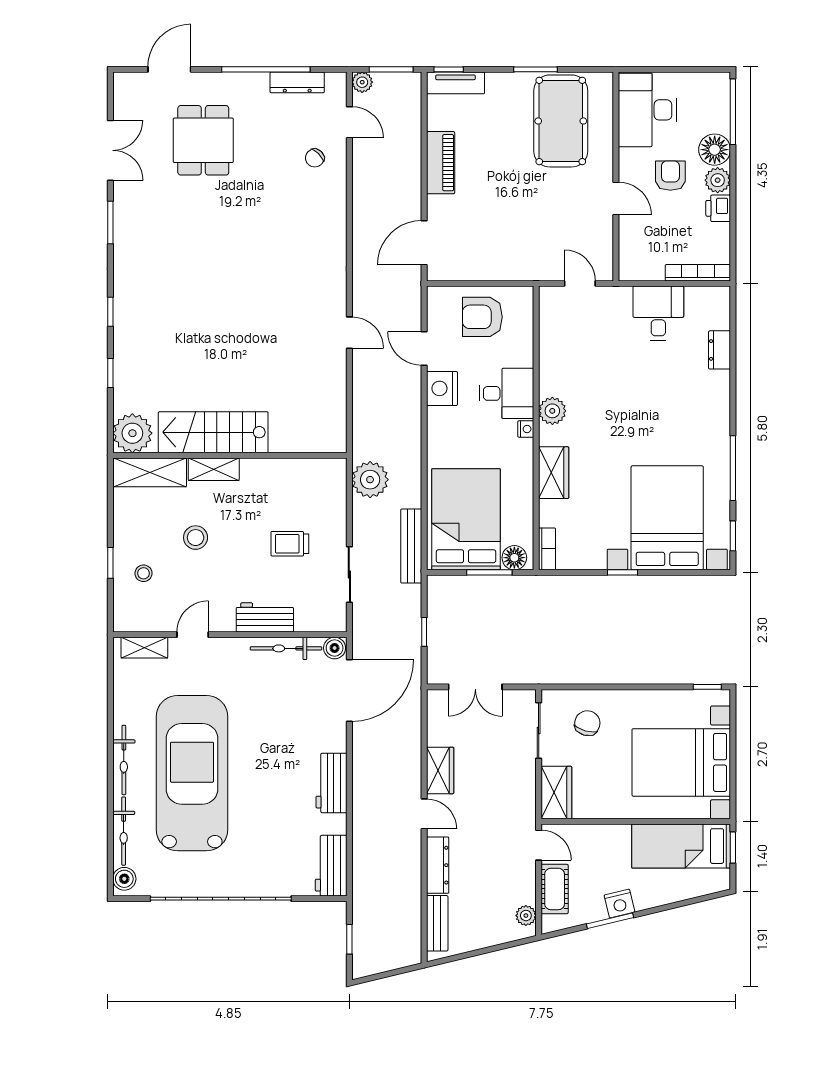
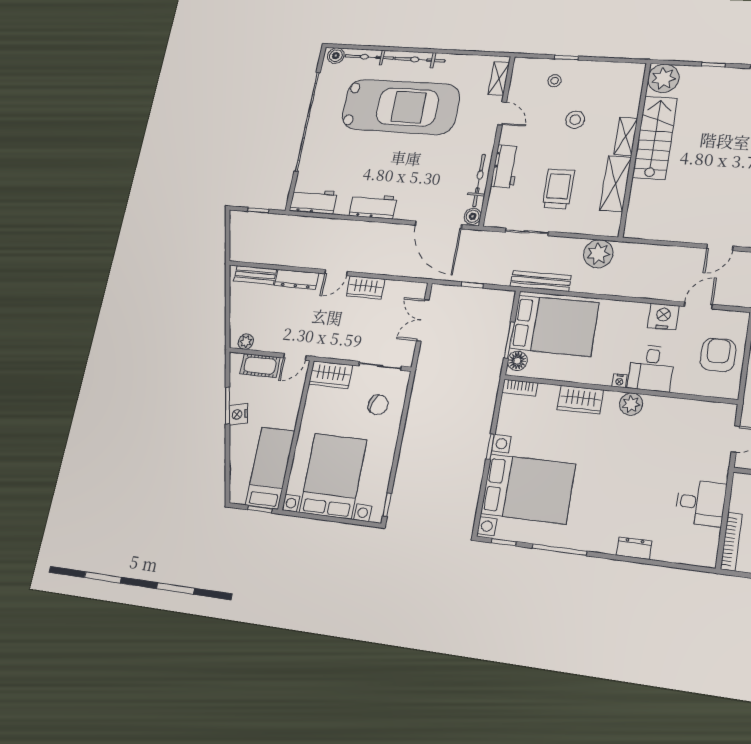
dresser: (720, 350) -> (634, 548), moved
shelving: (150, 472) -> (616, 184), moved
trolley: (290, 544) -> (558, 189), width x1.36, depth x1.39

